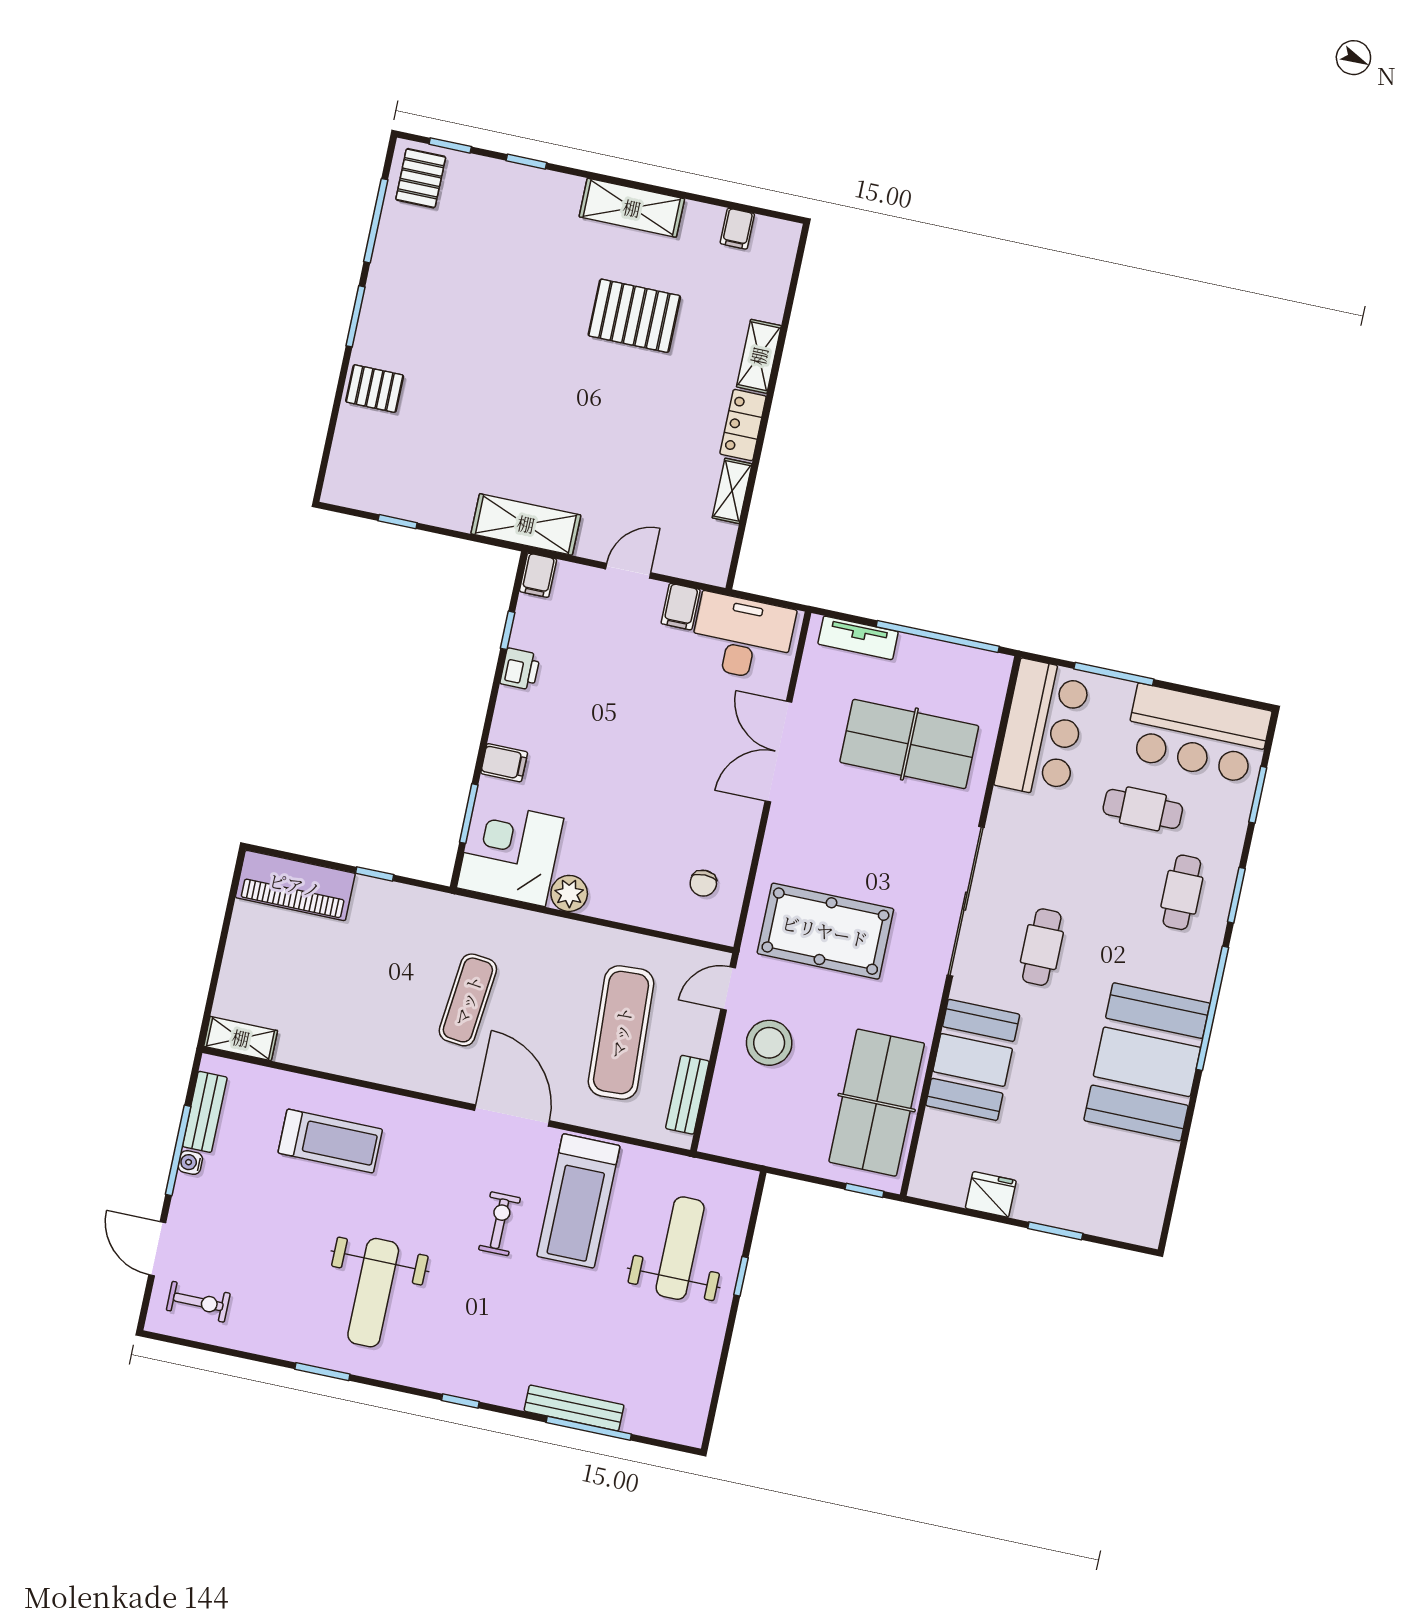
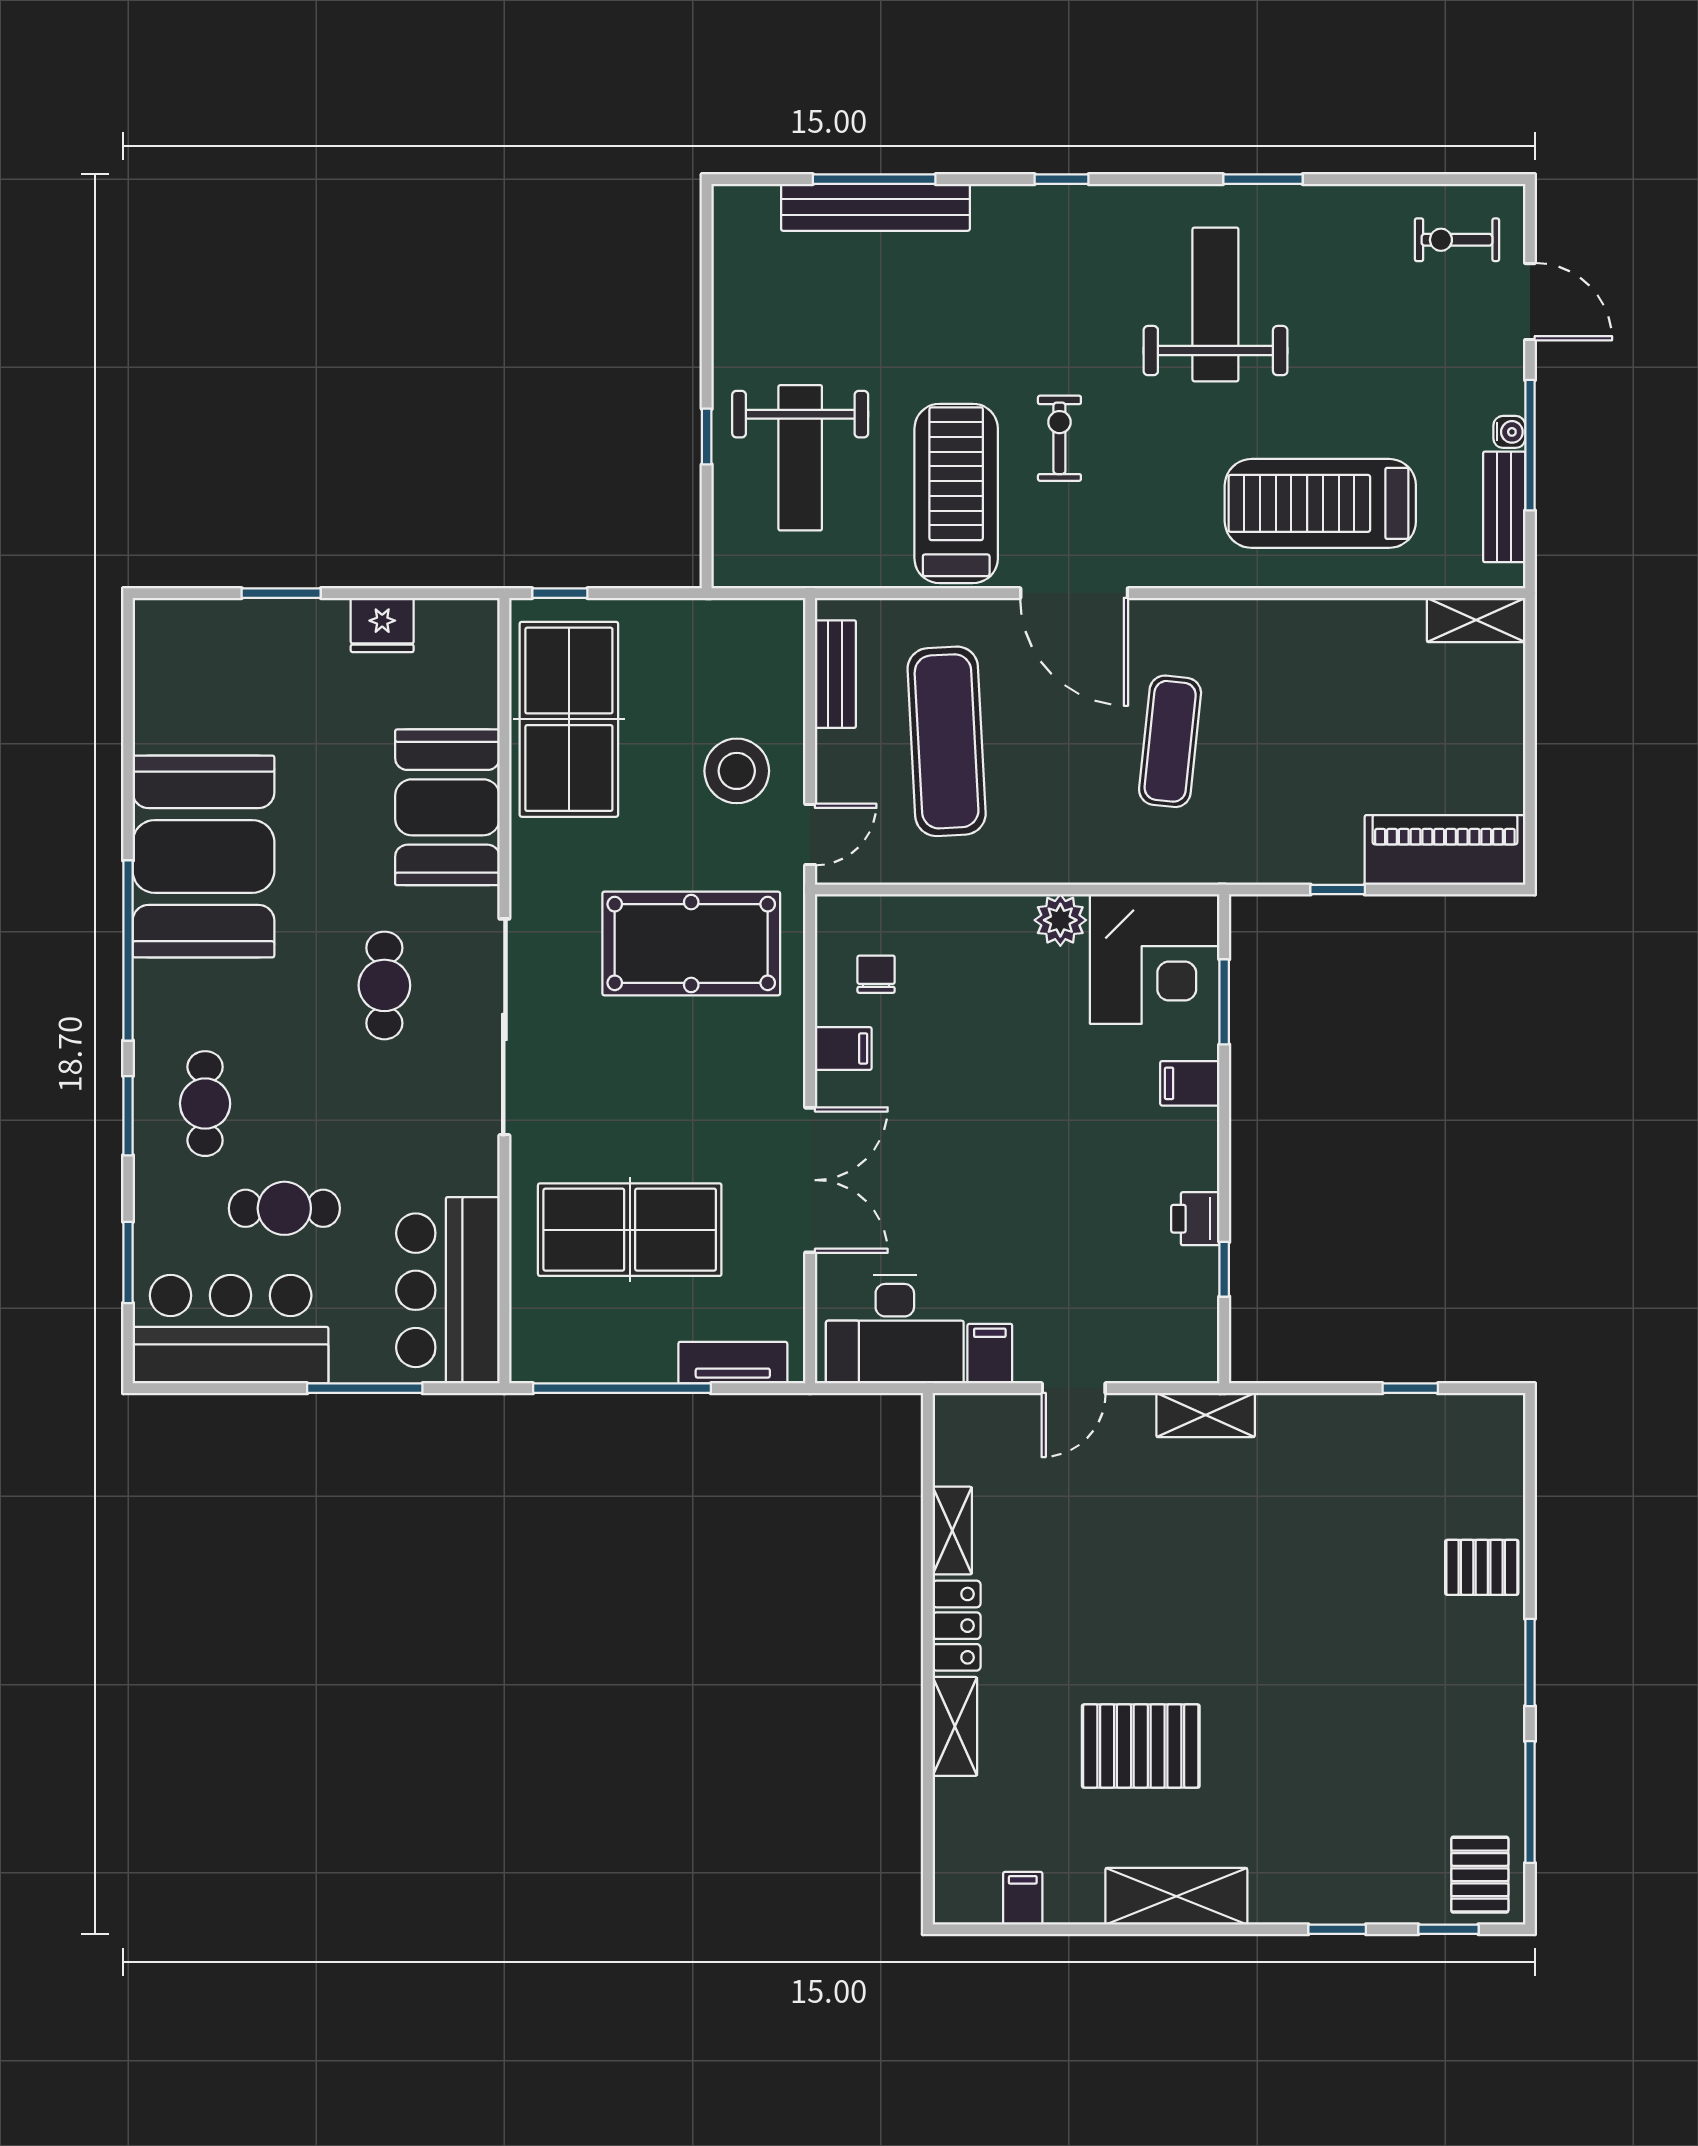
shelving: (526, 524) -> (1206, 1415), width x0.67, depth x0.75
filing cabinet: (538, 575) -> (843, 1049), moved, turned 90
treadmill: (330, 1141) -> (1320, 503), width x1.37, depth x1.38
exercise bike: (500, 1224) -> (1059, 438), turned 180
bench: (574, 1408) -> (875, 207), width x1.37, depth x1.21

